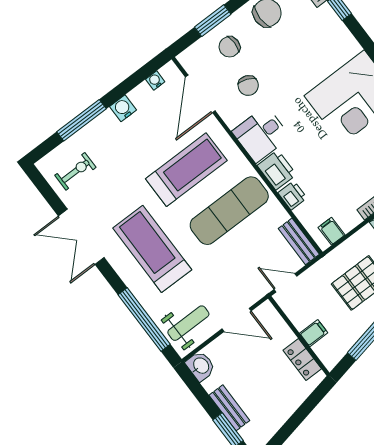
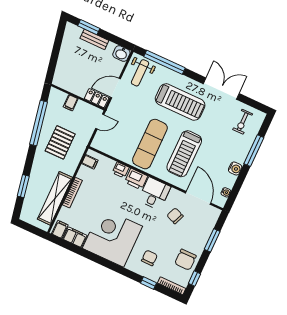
chair: (229, 47) -> (149, 258), moved
bench: (299, 241) -> (104, 147), removed
locker: (302, 359) -> (97, 98), moved

